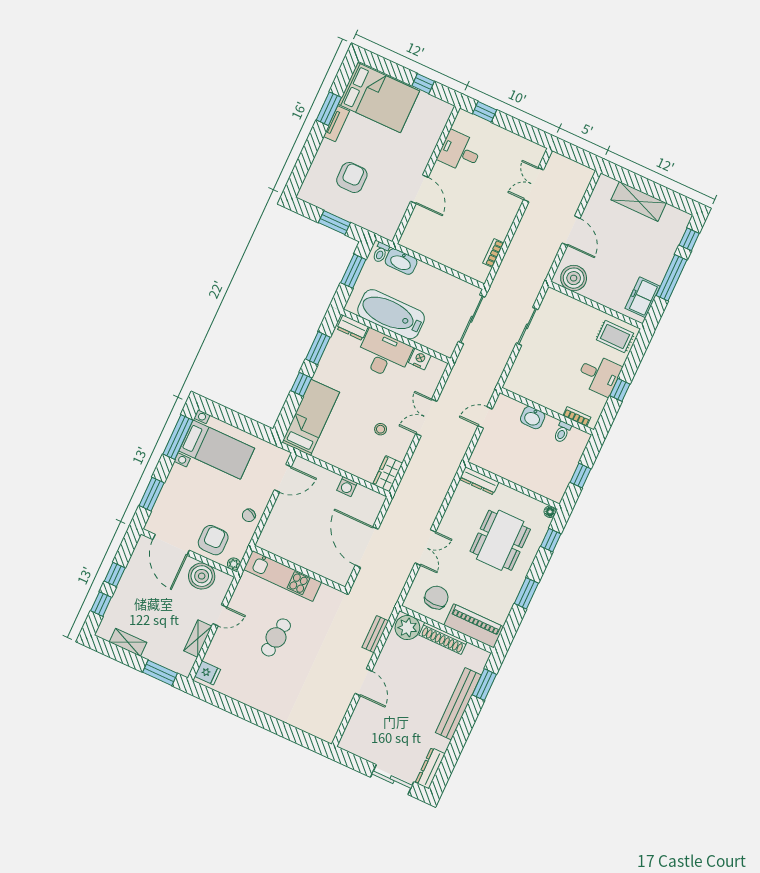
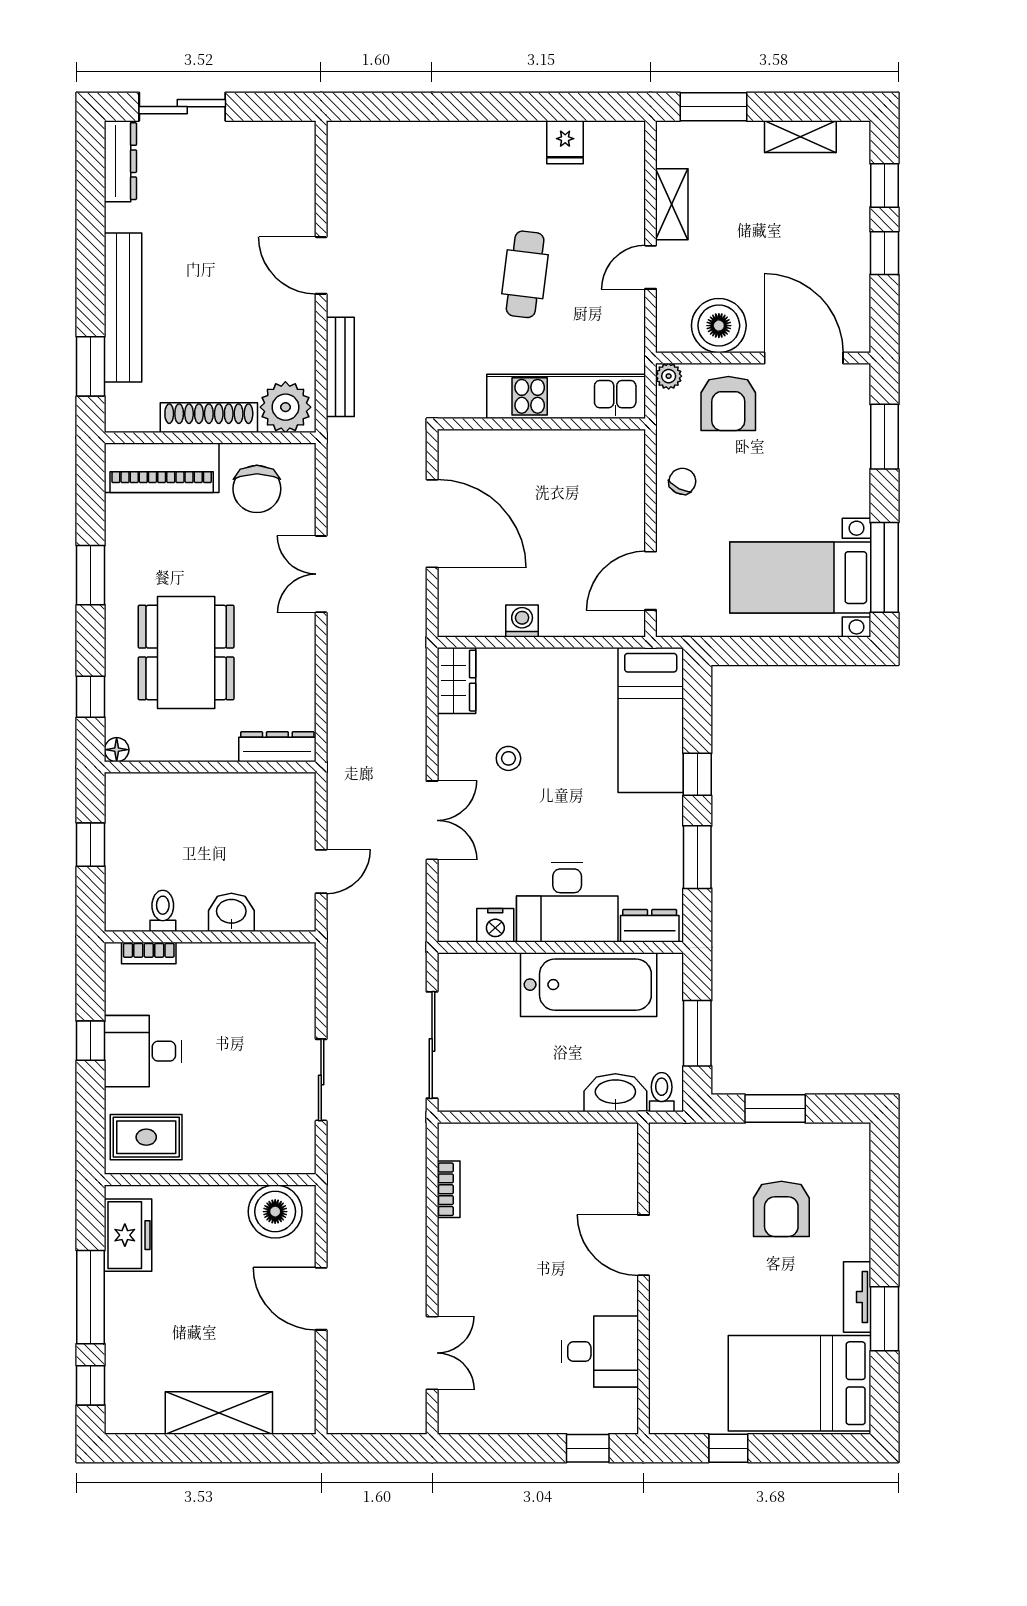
bench: (375, 634) -> (340, 367), width x1.36
fridge: (208, 673) -> (565, 142), moved, turned -90

